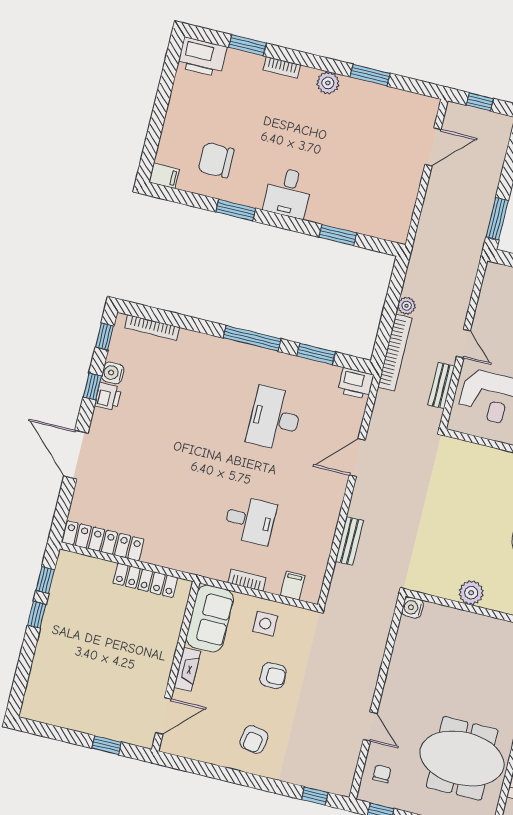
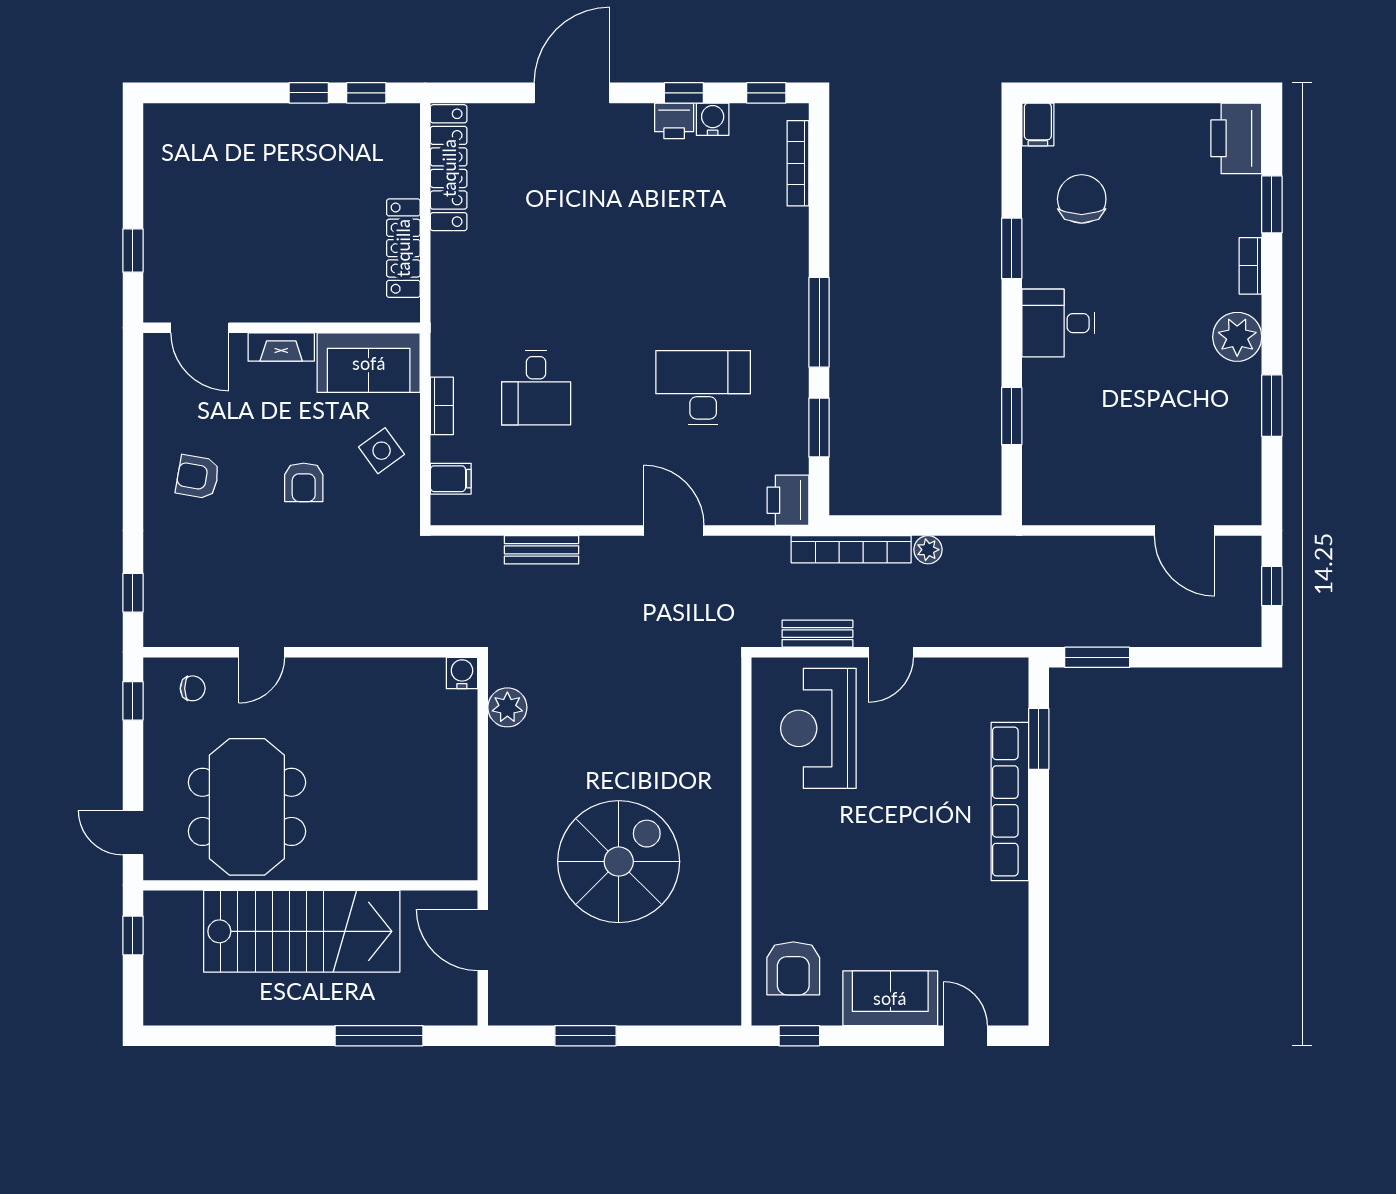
plant: (328, 83) -> (1237, 337), width x1.36, depth x1.36
plant: (471, 593) -> (507, 707), moved
side table: (265, 624) -> (382, 451), turned -36

